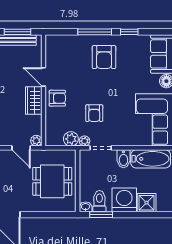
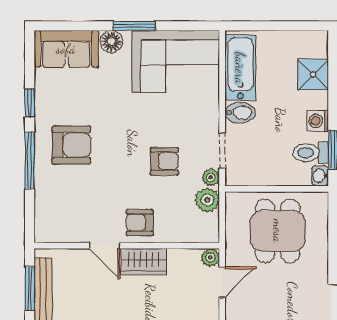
door: (43, 77) -> (104, 246), hinge flipped
armchair: (57, 98) -> (140, 223), turned -90
washing machine: (124, 200) -> (318, 121), width x0.53, depth x0.53

